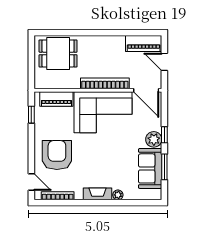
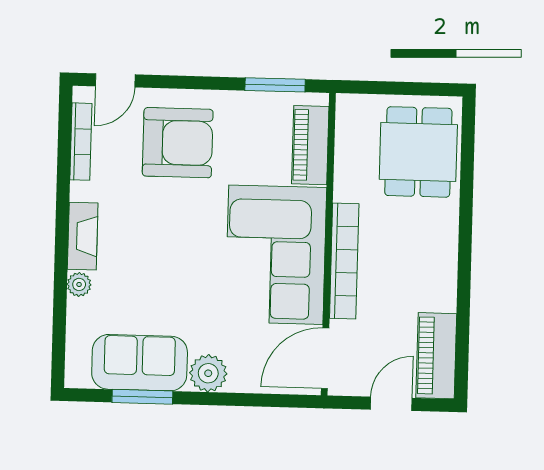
window: (31, 115) -> (275, 85), width x1.50
window: (164, 135) -> (219, 399), removed

